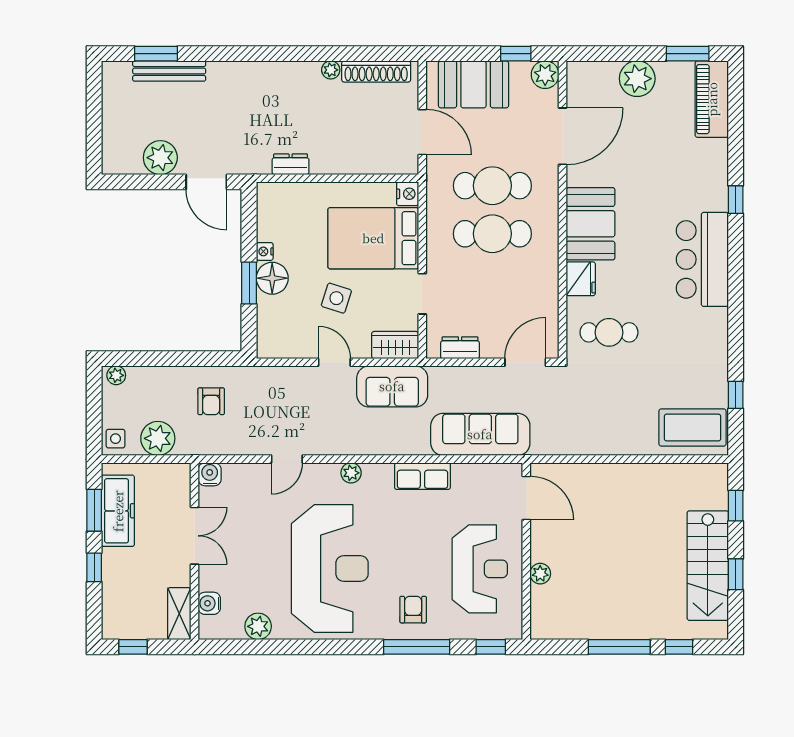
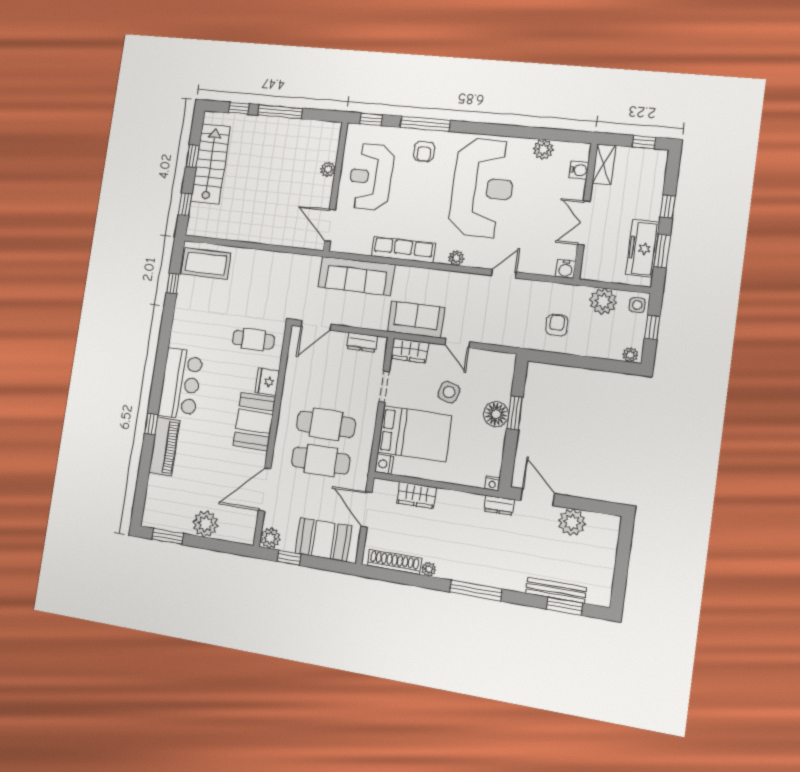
window: (268, 54) -> (476, 591), added
piano: (712, 99) -> (164, 446), moved
wardrobe: (360, 161) -> (416, 495), added
dresser: (291, 164) -> (499, 505), moved
nightstand: (265, 251) -> (492, 483), moved, turned 90
window: (94, 413) -> (652, 327), added
row of seats: (422, 476) -> (403, 250), width x1.48
reception desk: (330, 568) -> (482, 188), turned 180

